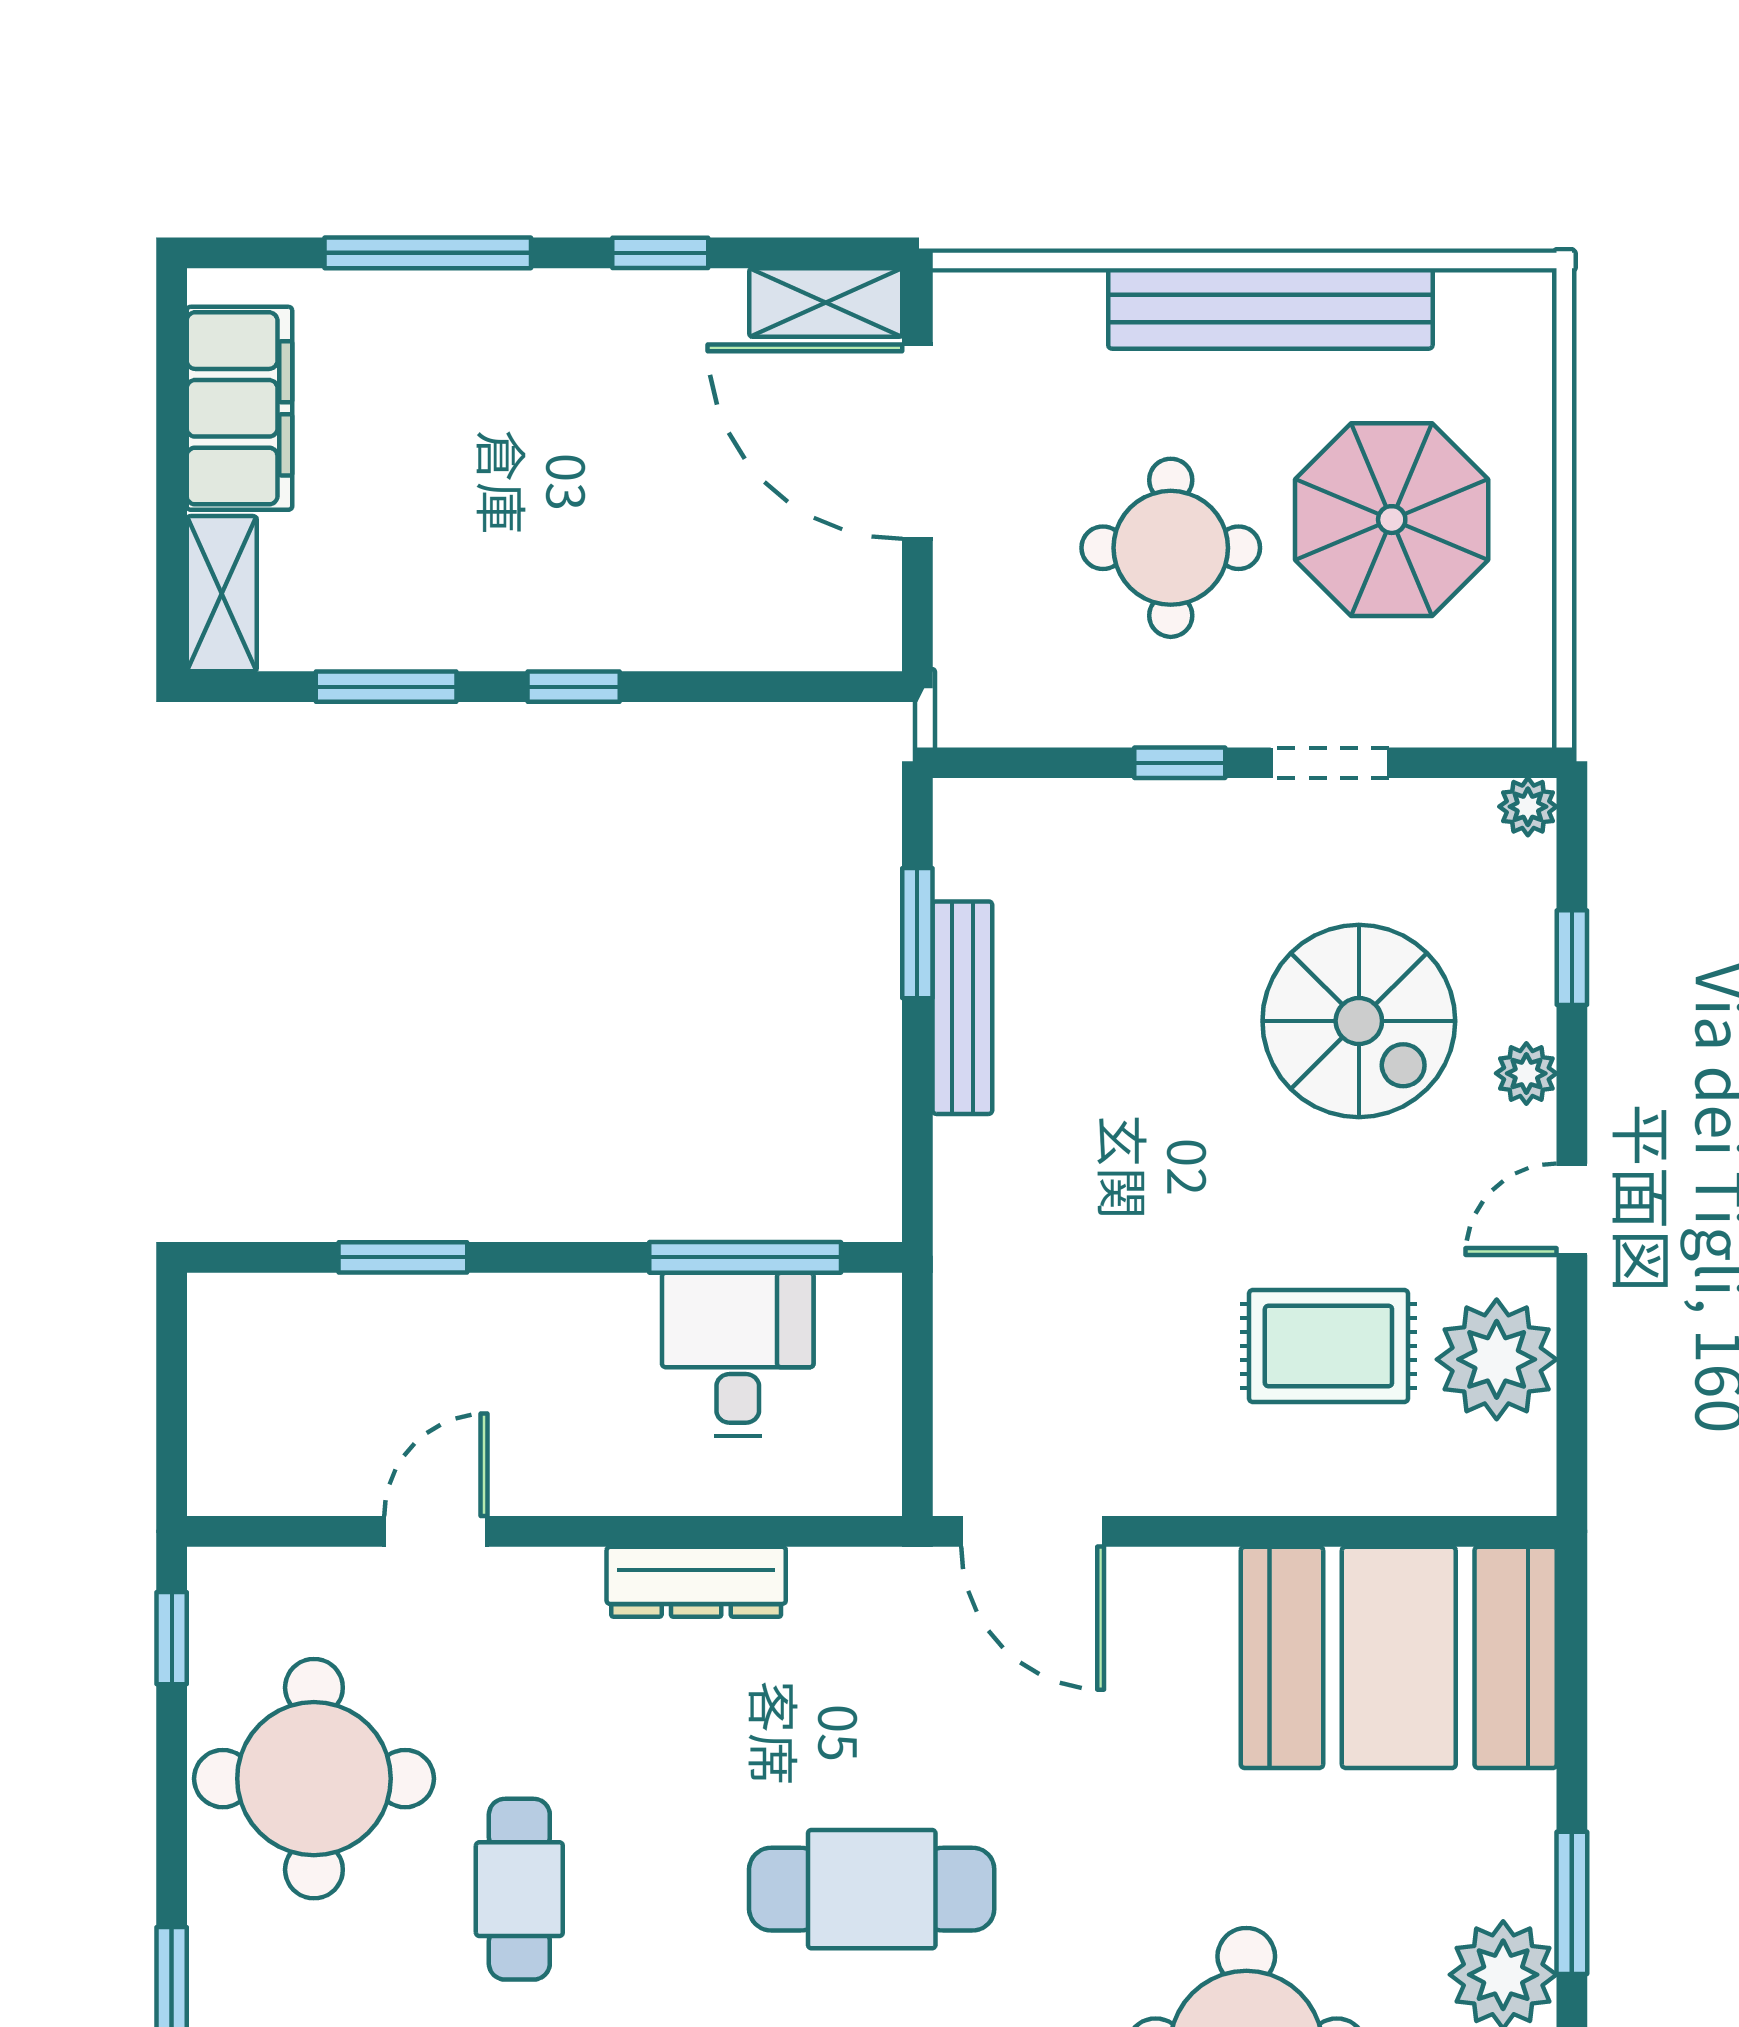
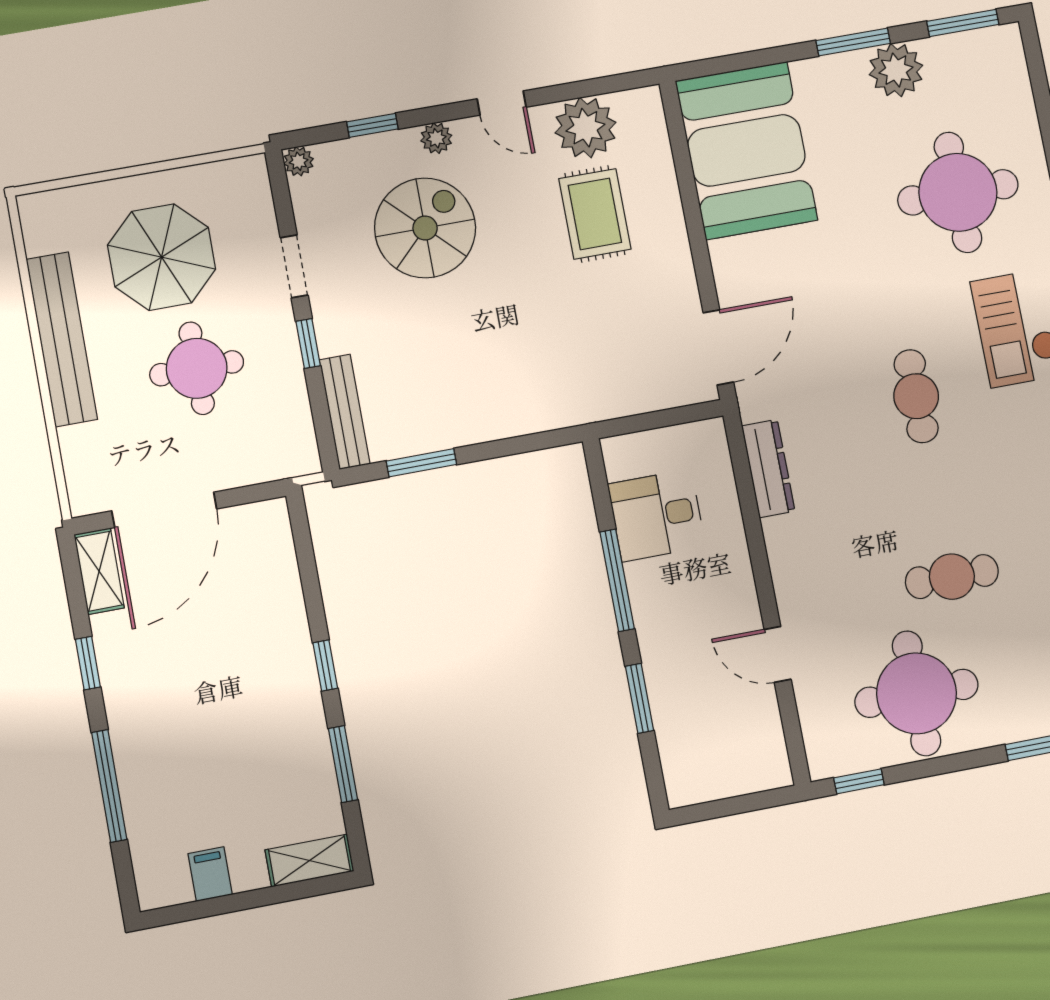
filing cabinet: (239, 408) -> (210, 874), width x0.33, depth x0.86
bench: (962, 1008) -> (345, 412), moved, turned 90
window: (745, 1257) -> (617, 580), moved
dresser: (696, 1582) -> (768, 468), moved
cafe table: (872, 1889) -> (916, 396), width x0.73, depth x0.74

